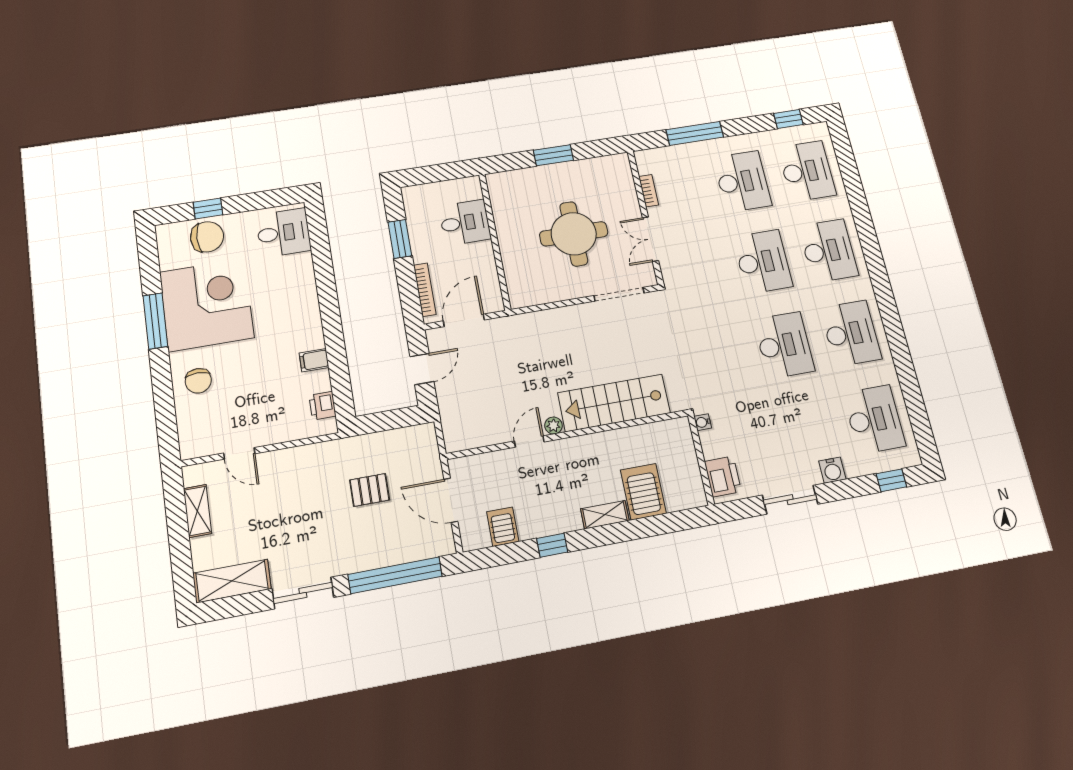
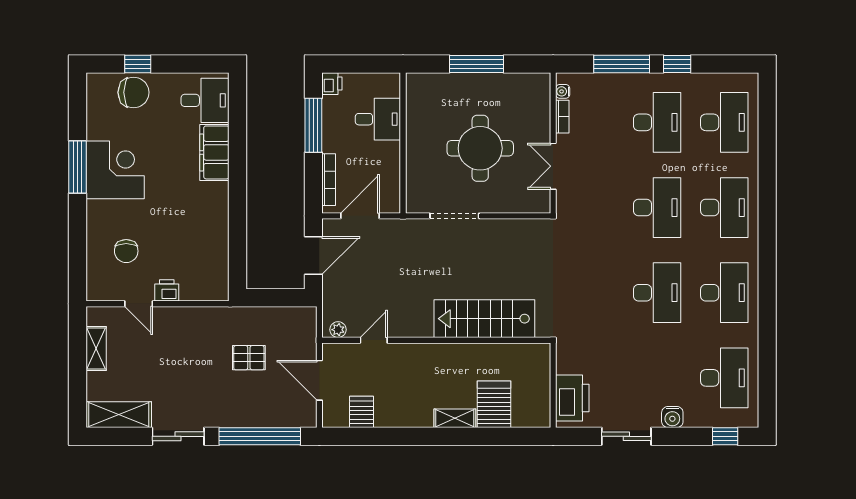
window: (788, 119) -> (677, 64), moved
window: (553, 155) -> (476, 64), width x1.44
printer: (412, 196) -> (332, 84), added
window: (400, 239) -> (313, 125), width x1.44
doorway: (619, 294) -> (454, 216), moved
corner desk: (207, 305) -> (115, 170), width x0.74, depth x0.74
filing cabinet: (314, 360) -> (214, 152), moved, width x3.00, depth x1.17
door: (422, 369) -> (313, 255), width x1.38
chair: (198, 381) -> (126, 251), moved
printer: (322, 406) -> (167, 290), moved, turned 90
water cooler: (703, 422) -> (563, 91), moved
plant: (553, 426) -> (338, 330), moved
door: (529, 441) -> (374, 340), moved
printer: (723, 477) -> (572, 398), width x1.37, depth x1.19
window: (552, 545) -> (402, 436), removed

